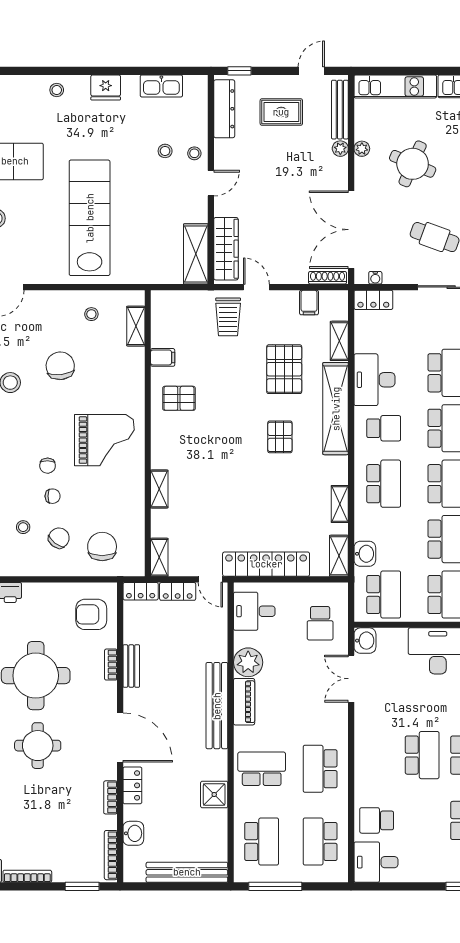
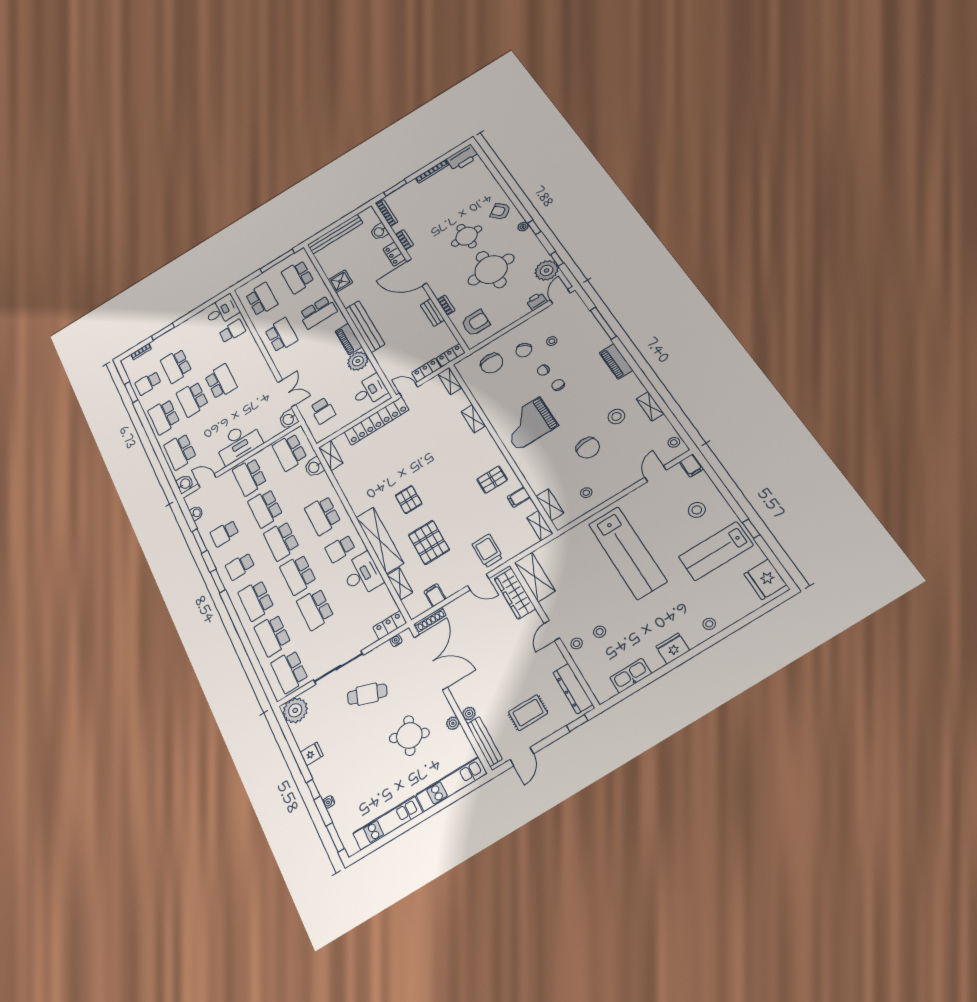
shelving: (340, 504) -> (540, 526), moved
school desk: (320, 623) -> (323, 411), turned 180
school desk: (422, 755) -> (221, 381), turned 180

